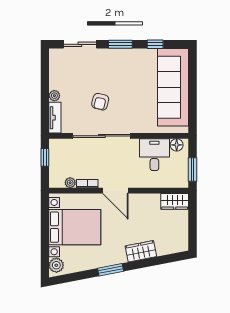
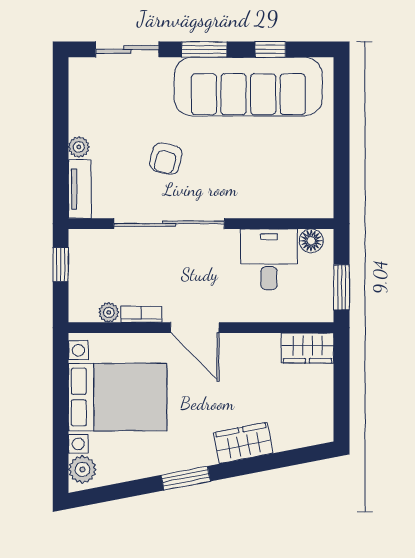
sofa: (173, 87) -> (248, 87), moved, turned -90

